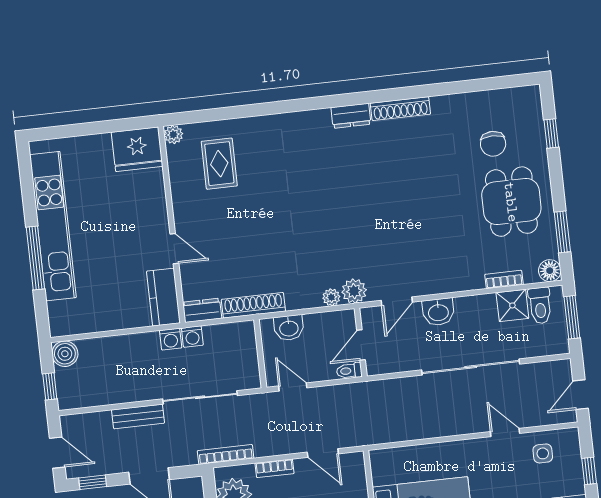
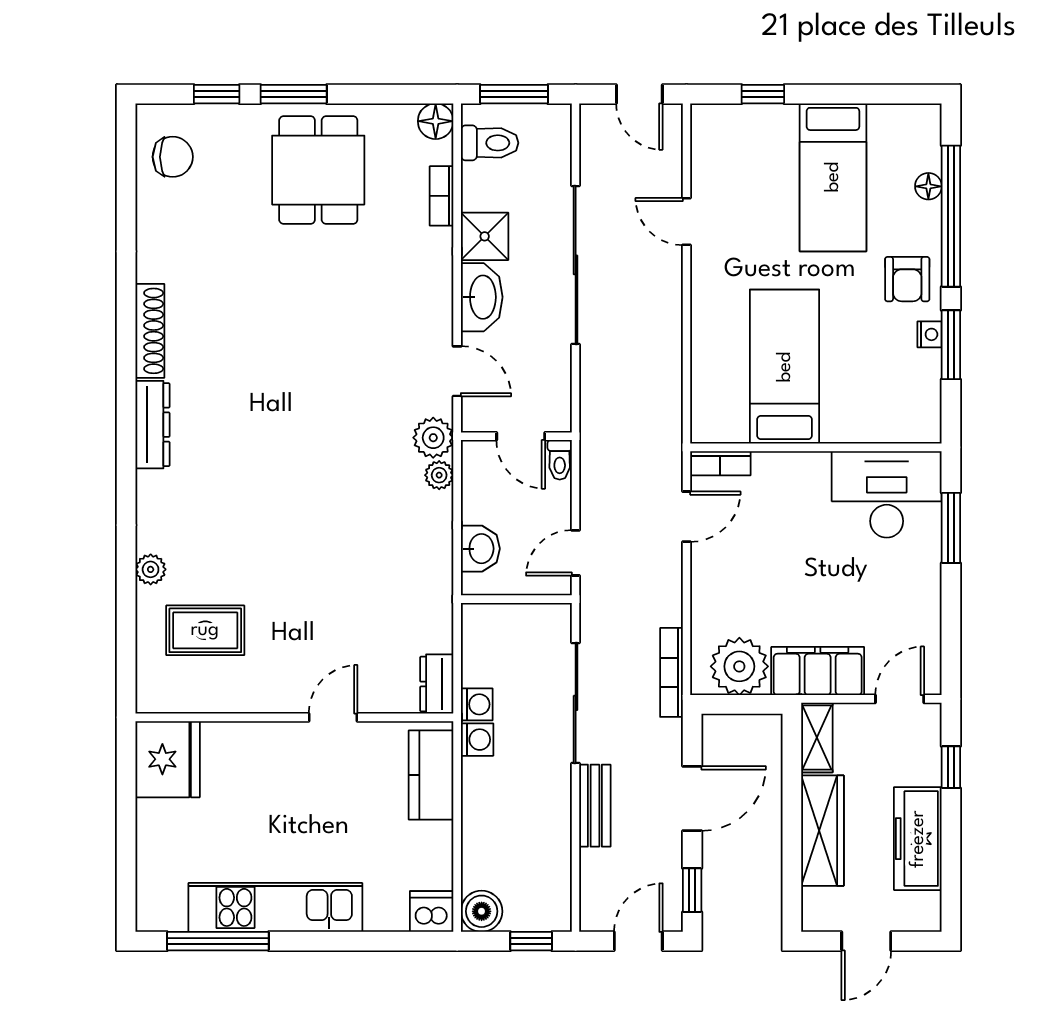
dresser: (351, 116) -> (152, 425), width x1.44
plant: (173, 135) -> (151, 569), moved
chair: (493, 144) -> (173, 157), moved
dining table: (511, 202) -> (318, 170), turned 90
kitchen unit: (53, 226) -> (275, 907), width x0.73
window: (562, 232) -> (294, 94), moved
window: (35, 258) -> (218, 941), moved
kitchen counter: (163, 297) -> (431, 775), moved, turned 90
shoe rack: (253, 305) -> (438, 601), removed
shower: (512, 305) -> (485, 236), moved
washbasin: (438, 312) -> (482, 297), width x1.38
dishwasher: (61, 323) -> (432, 912), added
door: (505, 433) -> (686, 222), hinge flipped
side table: (543, 453) -> (727, 165), removed
bookcase: (274, 468) -> (720, 463), moved, turned 90

